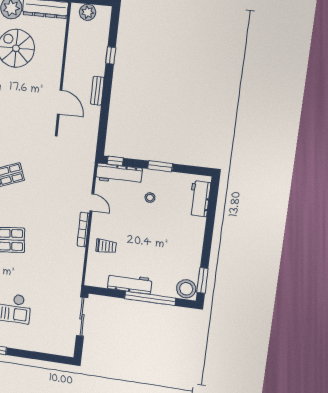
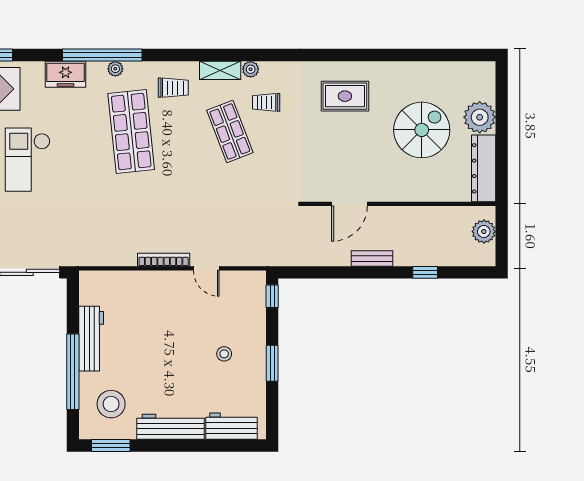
workbench: (119, 174) -> (171, 427), moved, turned 90
door: (92, 202) -> (206, 268), hinge flipped
trolley: (106, 246) -> (143, 297), removed
stool: (186, 289) -> (111, 404), moved

